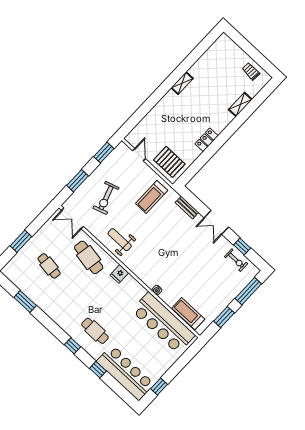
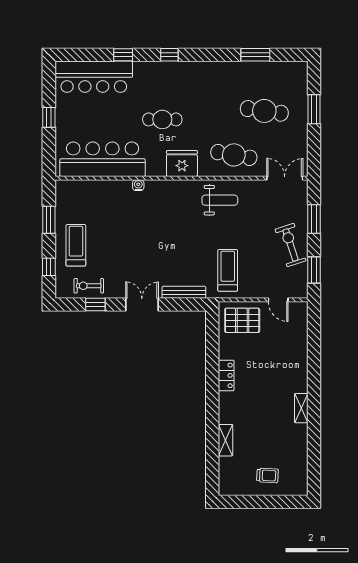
trolley: (251, 71) -> (267, 475), moved
exercise bike: (106, 198) -> (291, 245), moved
bench: (187, 207) -> (184, 292), width x1.36
cafe table: (49, 266) -> (264, 111), width x1.37, depth x1.35
fridge: (119, 274) -> (182, 164), width x1.88, depth x1.34
window: (248, 291) -> (49, 267), width x0.46
treadmill: (188, 314) -> (76, 245), moved, turned -90
cafe table: (95, 331) -> (162, 119), moved
window: (159, 387) -> (49, 117), moved

